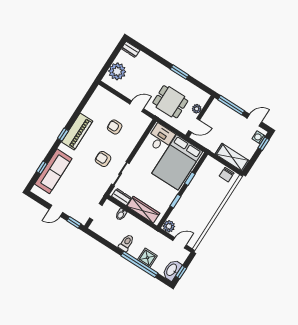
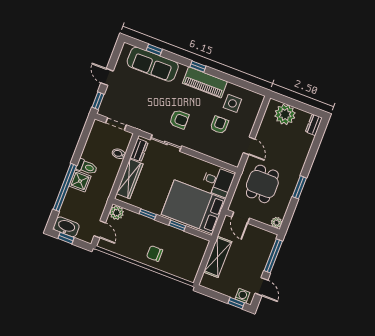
plant: (197, 109) -> (277, 223), moved
side table: (99, 113) -> (232, 103), added
shelving: (232, 157) -> (218, 257), moved
armchair: (103, 159) -> (179, 119), turned 90
chair: (227, 175) -> (155, 253), moved
shower: (147, 258) -> (80, 181), moved

